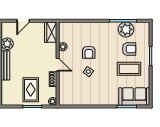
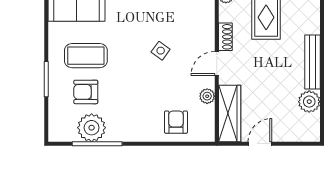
door: (23, 21) -> (260, 144), moved
wardrobe: (51, 32) -> (230, 113), width x1.50
armchair: (89, 52) -> (176, 122), moved
door: (58, 65) -> (217, 63), hinge flipped

